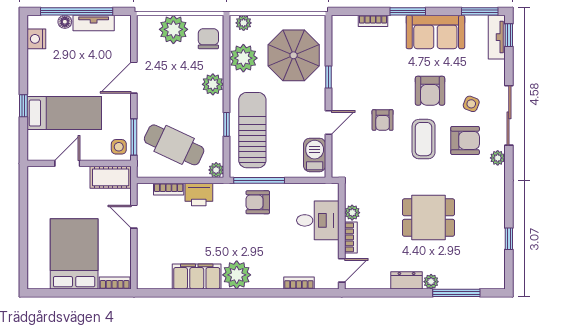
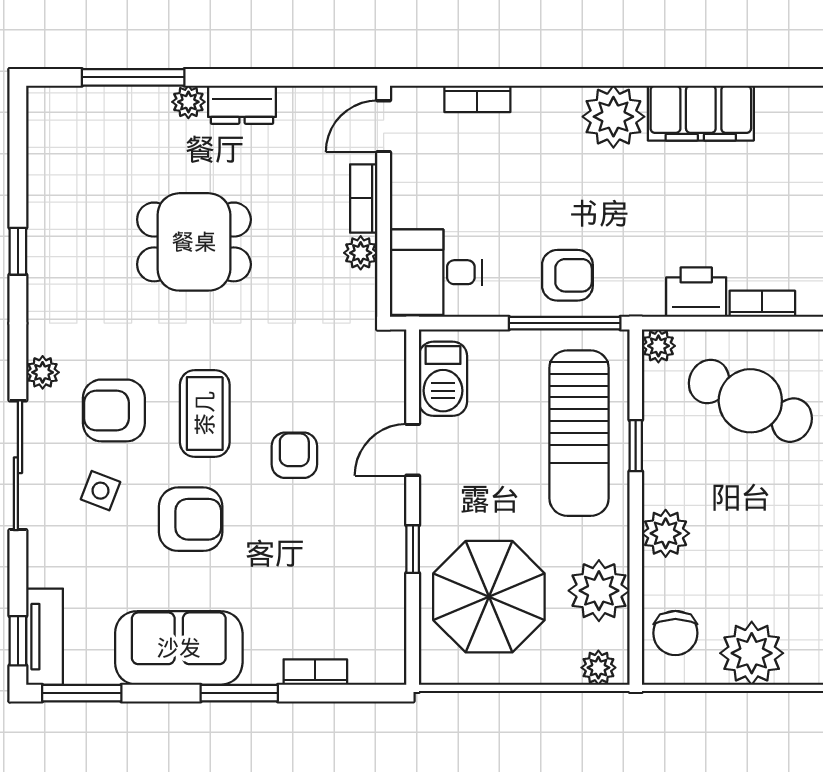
armchair: (430, 91) -> (191, 519), turned 90
desk: (318, 220) -> (436, 272), moved
window: (509, 239) -> (18, 251), moved

